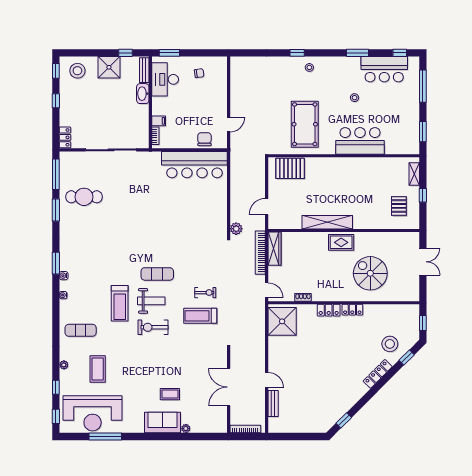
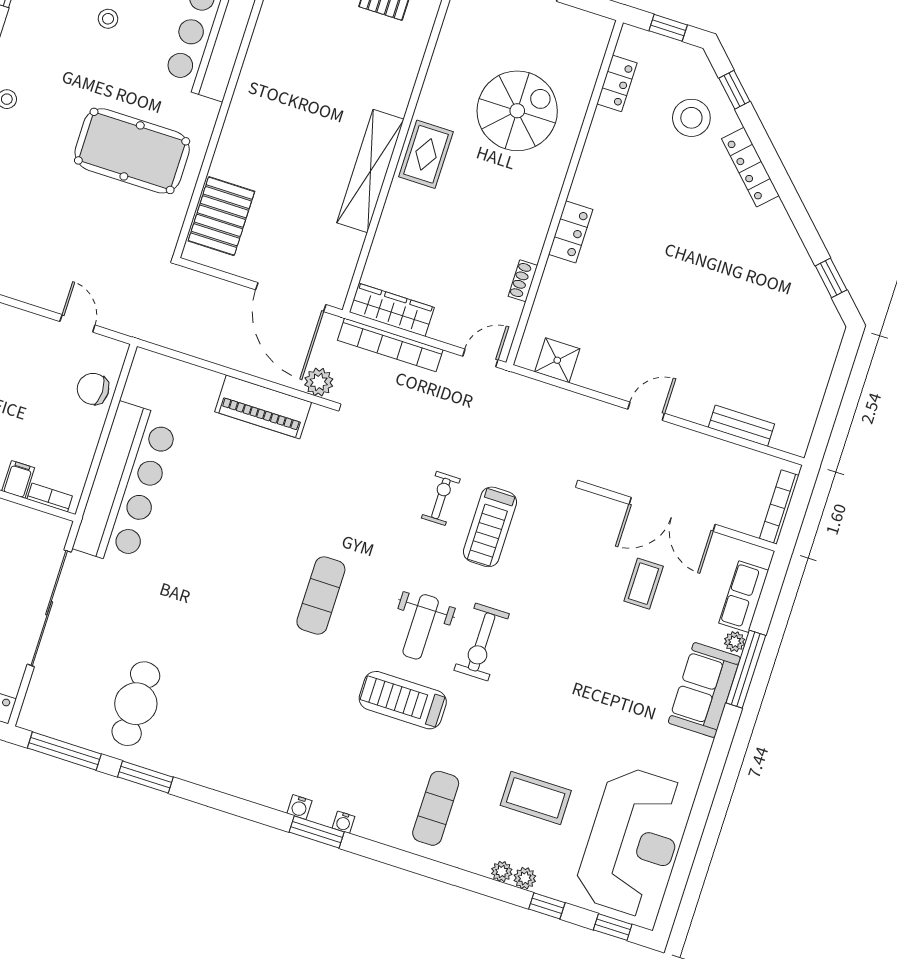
bar counter: (194, 165) -> (126, 484), moved
door: (267, 207) -> (291, 297), width x1.88
piano: (219, 210) -> (263, 407), added
window: (56, 263) -> (317, 832), moved
spiral stairs: (370, 273) -> (517, 111), turned 180
exercise mat: (157, 274) -> (321, 596), moved
weight bench: (151, 301) -> (421, 627), turned 180
treadmill: (120, 303) -> (403, 700), turned 180
locker: (352, 310) -> (617, 83), moved
shower: (282, 321) -> (557, 360), width x0.54, depth x0.54
plant: (64, 375) -> (525, 878), added
door: (267, 380) -> (646, 411), moved
coffee table: (170, 394) -> (644, 584), moved
row of seats: (205, 426) -> (744, 597), added
window: (105, 437) -> (746, 669), moved

